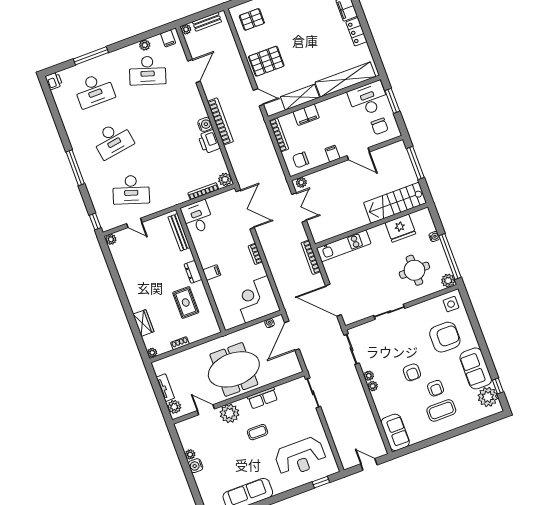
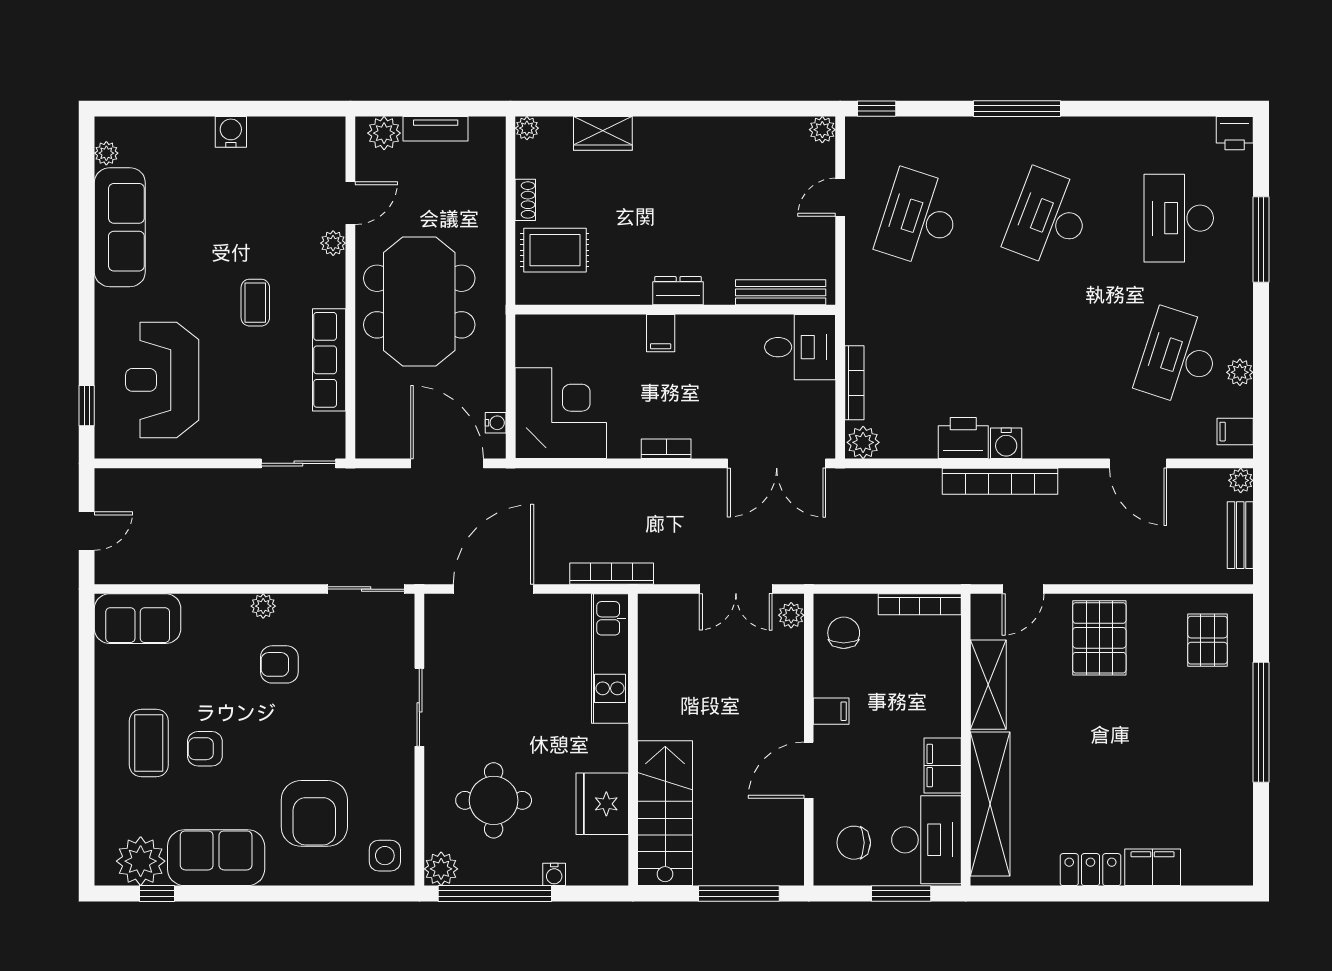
filing cabinet: (306, 115) -> (943, 766), moved
desk: (113, 140) -> (1049, 218), turned 30
rug: (186, 302) -> (555, 250), moved
armchair: (412, 372) -> (279, 664), moved
plant: (369, 376) -> (290, 606), removed
row of seats: (263, 398) -> (329, 360), width x1.48
plant: (229, 413) -> (333, 243), width x0.53, depth x0.53
plant: (190, 454) -> (261, 129), removed

